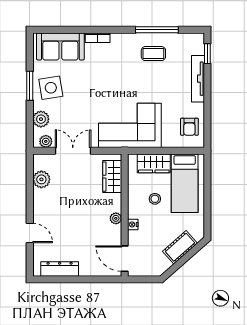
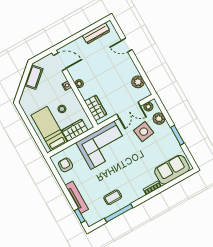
side table: (51, 88) -> (144, 132), moved
cot: (180, 247) -> (34, 77), moved

